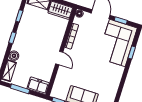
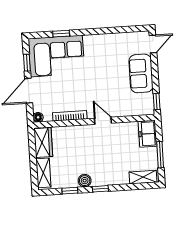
boiler: (14, 56) -> (85, 181), moved
door: (59, 58) -> (103, 121), hinge flipped

